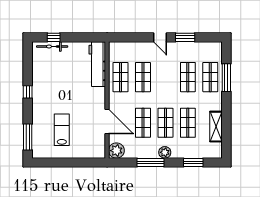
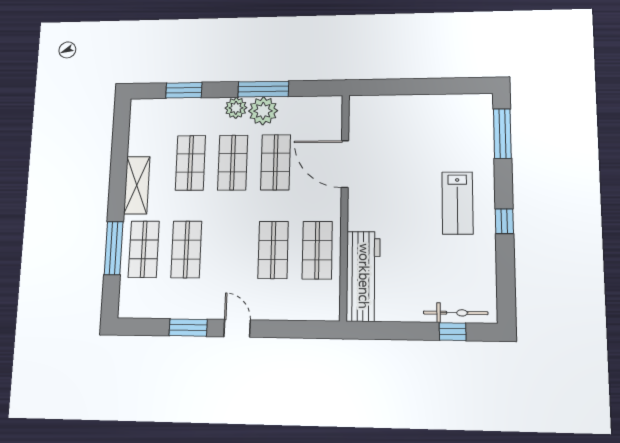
shelving: (216, 127) -> (137, 185), moved
lab bench: (62, 130) -> (457, 203), moved
plant: (116, 151) -> (263, 111), moved

